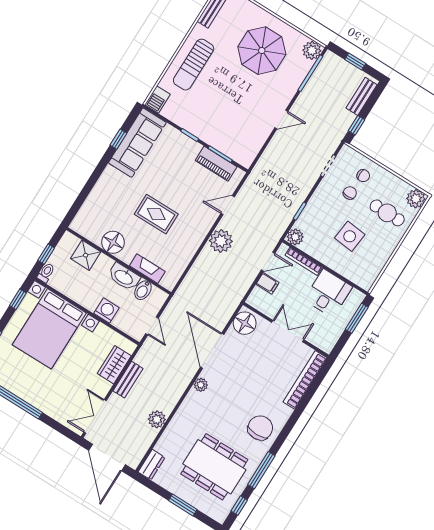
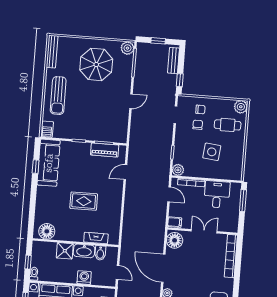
plant: (221, 241) -> (133, 197), removed
floor lamp: (113, 242) -> (47, 231), moved
shower: (86, 255) -> (65, 251), moved
door: (268, 262) -> (169, 194), hinge flipped
filing cabinet: (267, 283) -> (175, 222), moved

